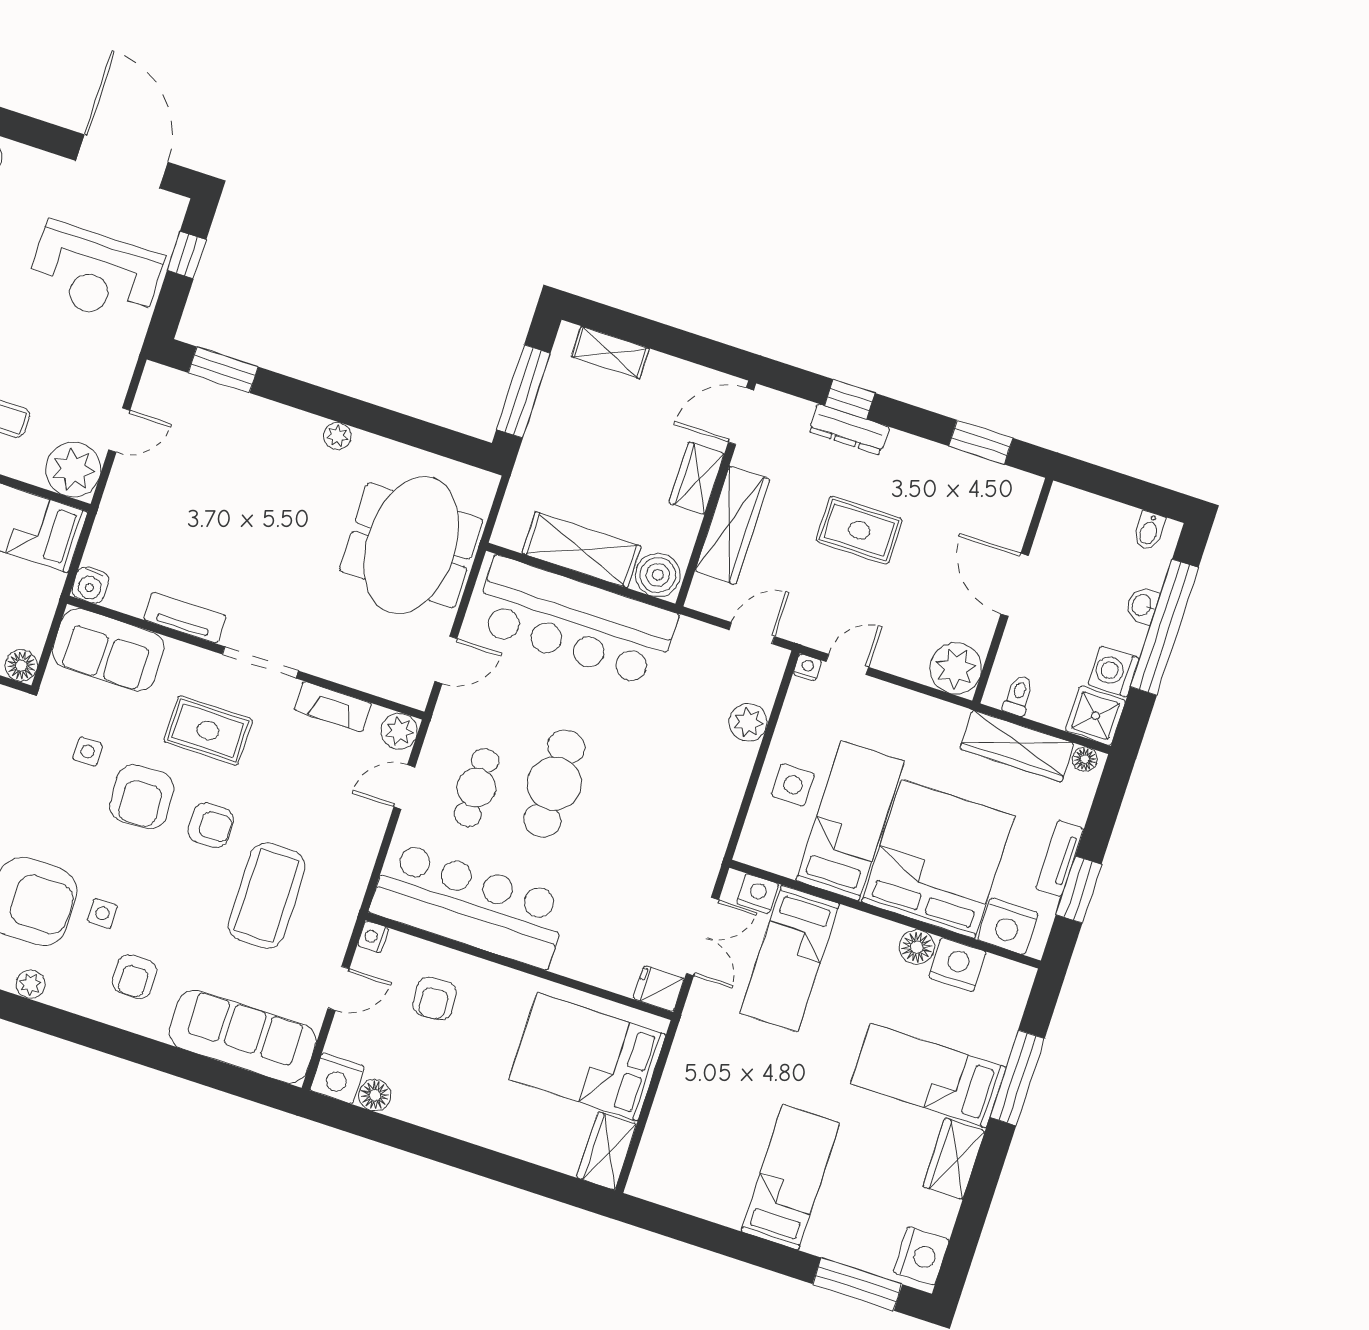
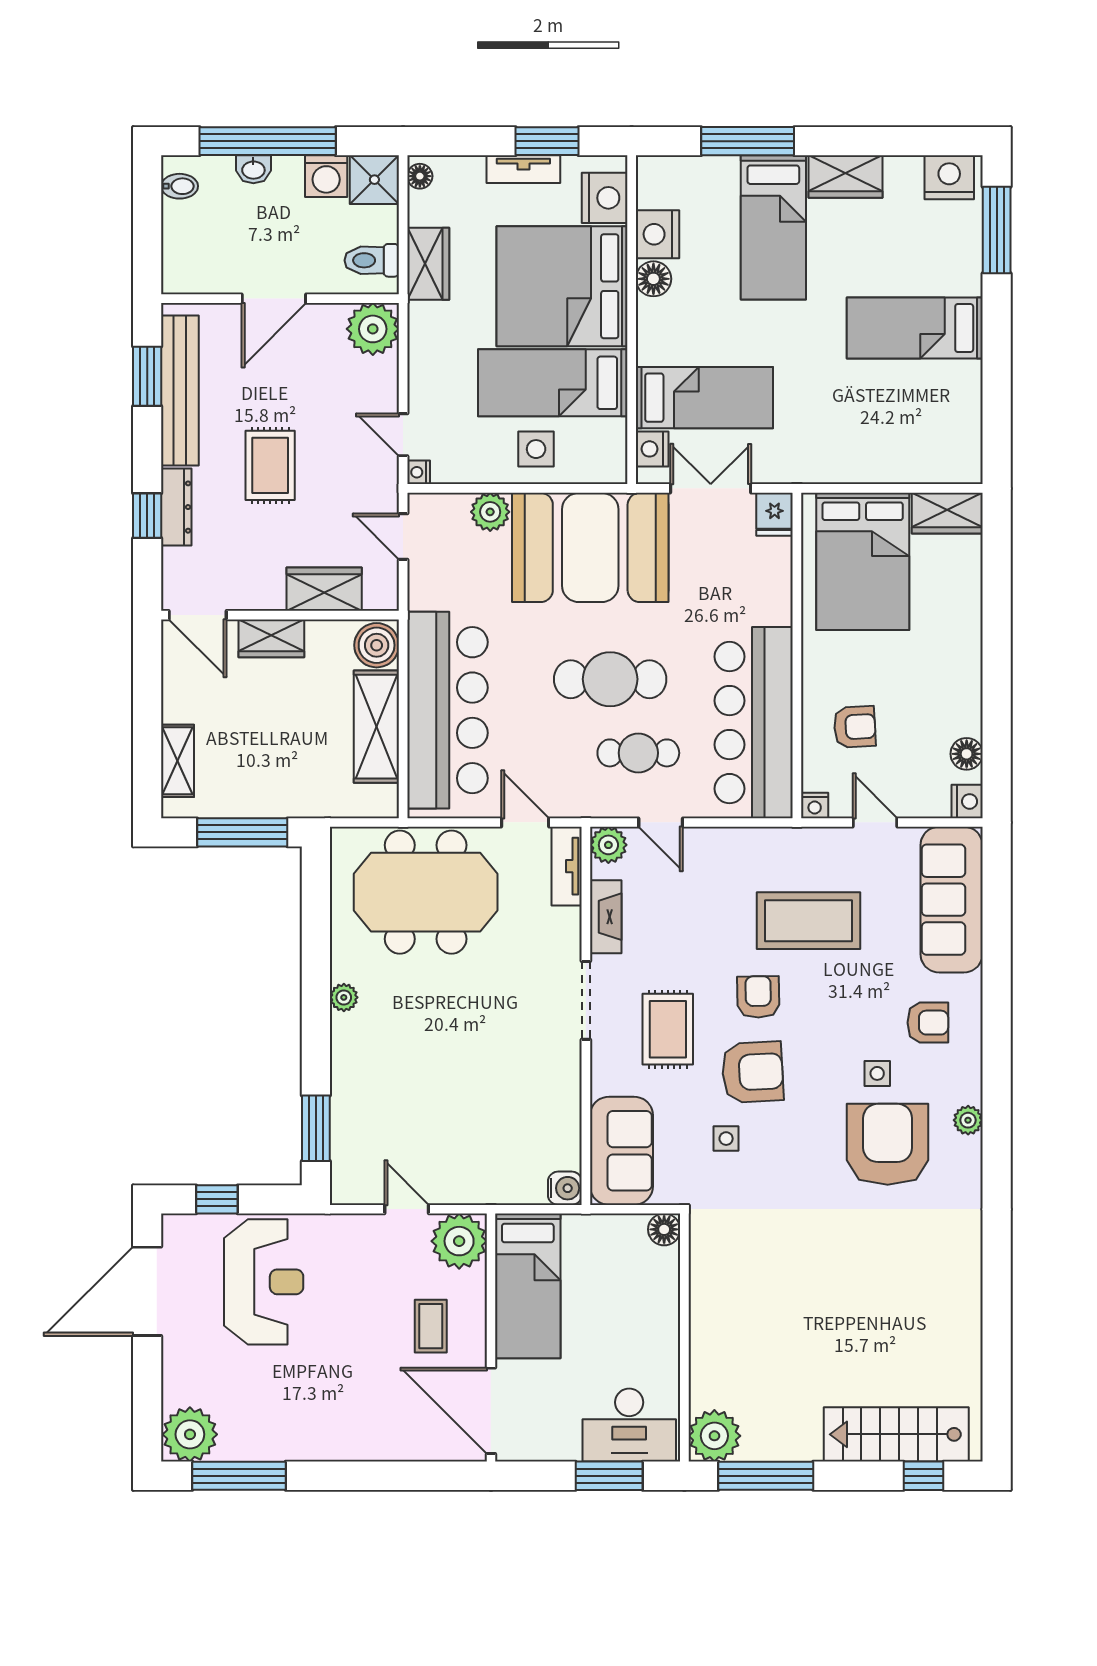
bench: (957, 468) -> (180, 391), added
wardrobe: (732, 525) -> (324, 589), width x0.67
tv unit: (185, 618) -> (567, 866), moved
toilet: (1018, 695) -> (372, 260), width x1.37, depth x1.39
wardrobe: (1017, 746) -> (428, 264), width x0.67
booth: (684, 805) -> (590, 547), added
nightstand: (337, 1078) -> (967, 801), width x0.74, depth x0.75

